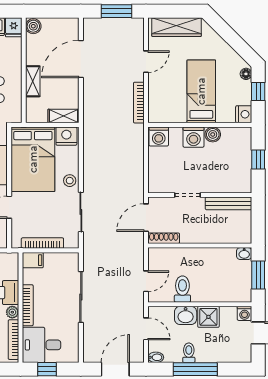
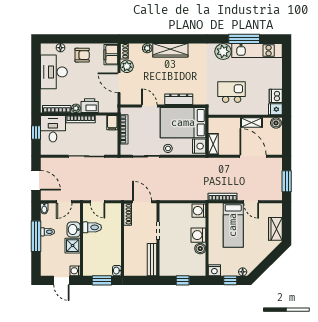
wardrobe: (177, 27) -> (275, 229), width x0.67
shelving: (33, 81) -> (251, 123), moved
bed: (201, 91) -> (233, 225), moved, turned 90

